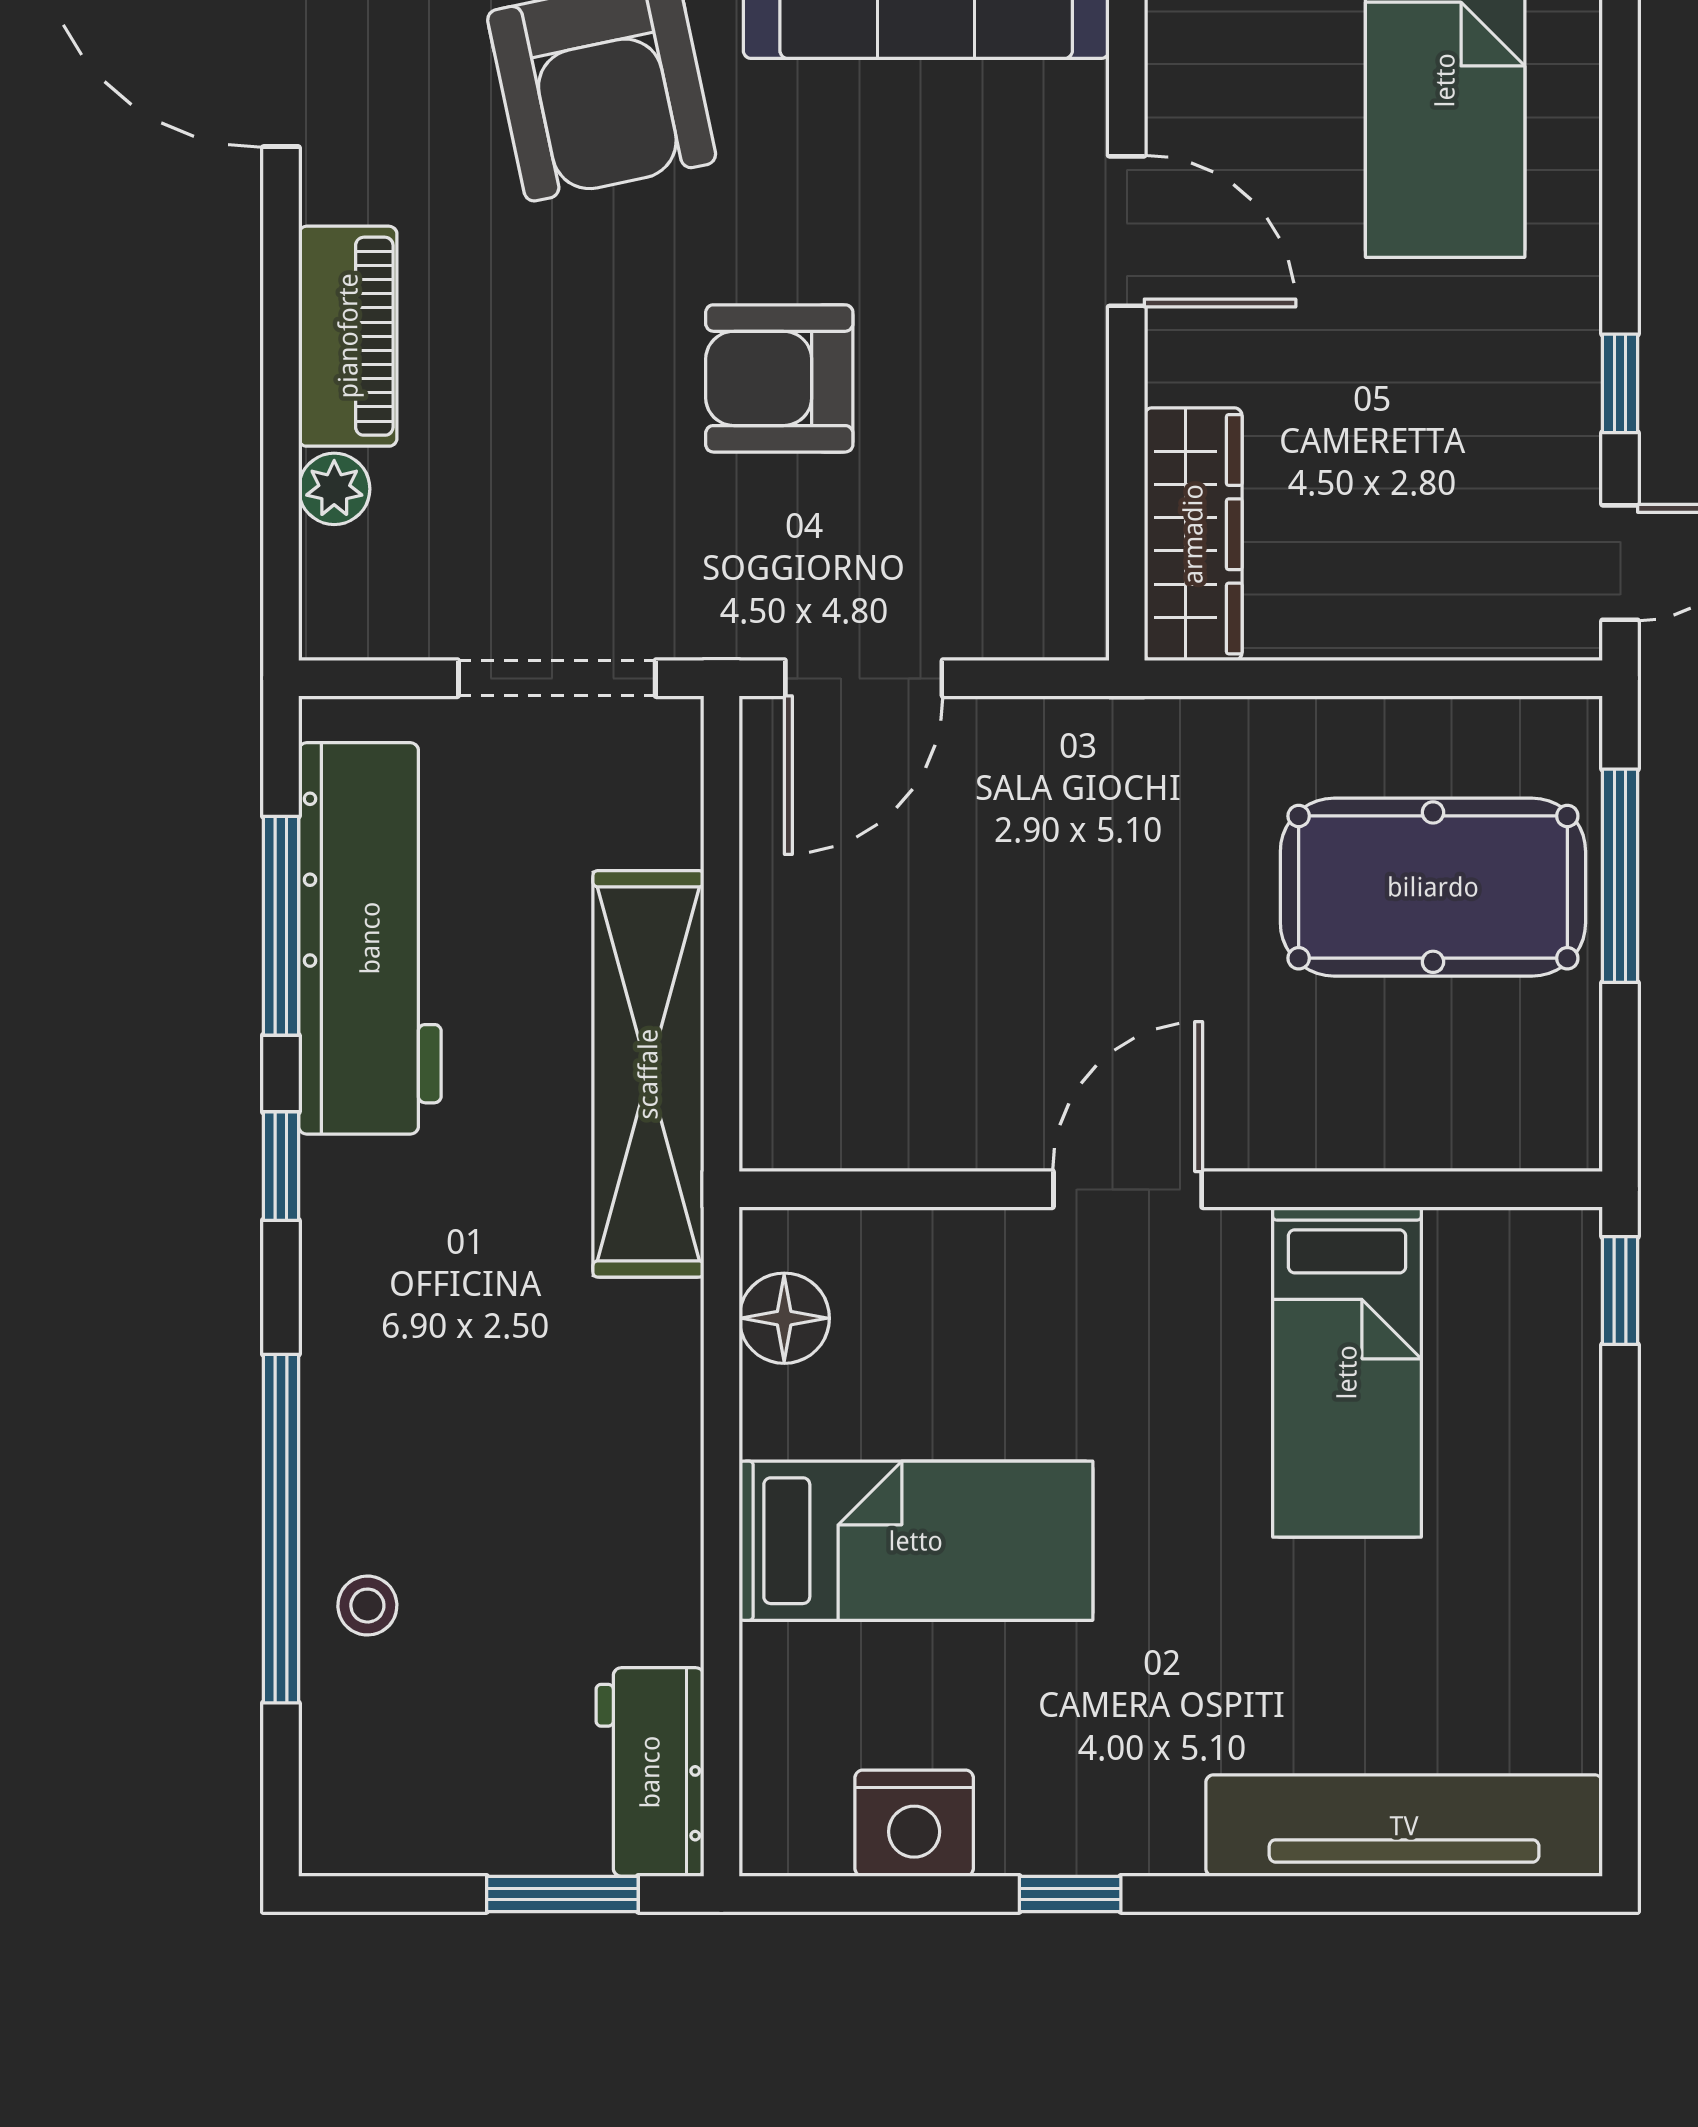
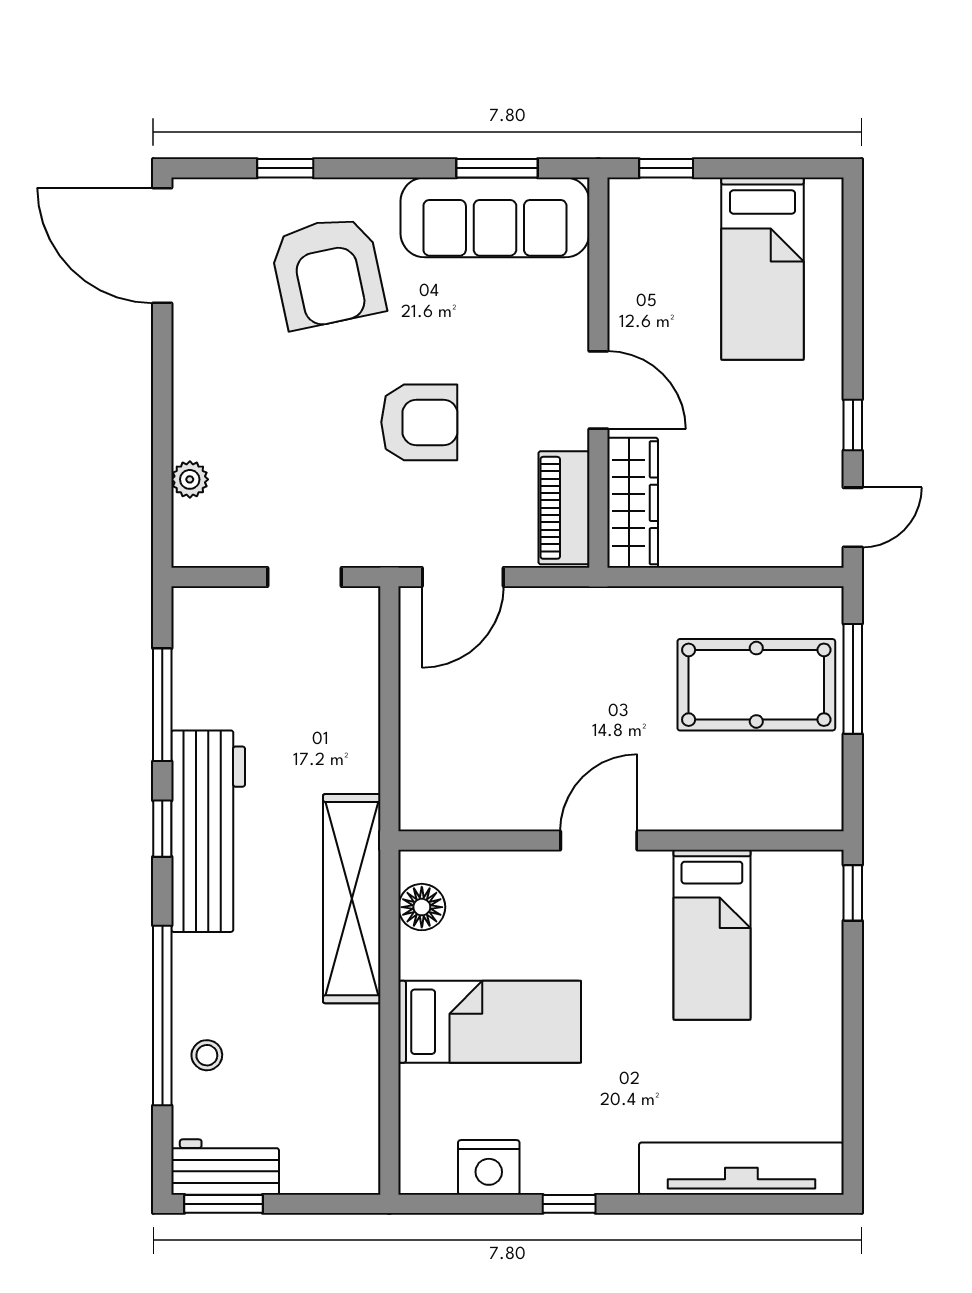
door: (1127, 231) -> (598, 390), moved
piano: (348, 336) -> (564, 508), moved, turned 180
armchair: (779, 378) -> (419, 422), turned 180
doorway: (557, 678) -> (305, 577), width x0.73
workbench: (370, 938) -> (208, 831), moved
shelving: (648, 1074) -> (352, 899), moved
workbench: (650, 1772) -> (225, 1167), moved, turned 90
window: (562, 1894) -> (224, 1204), moved

